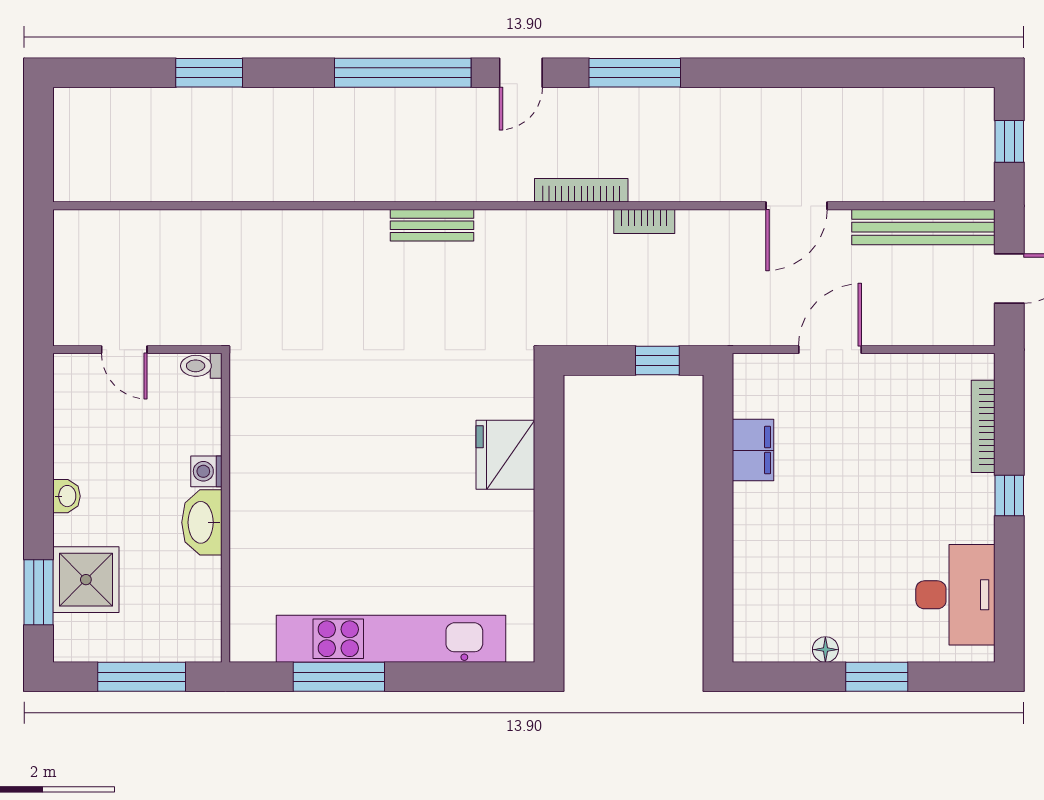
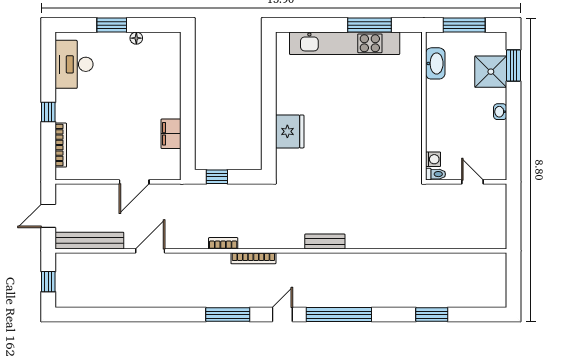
washing machine: (206, 471) -> (433, 159), moved
washbasin: (202, 522) -> (435, 63), moved

